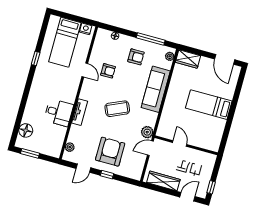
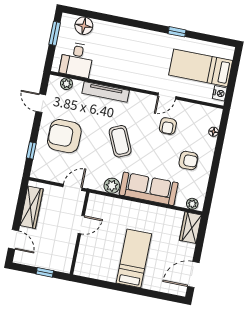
window: (151, 39) -> (213, 178), removed
armchair: (136, 57) -> (188, 160), turned -90
tv unit: (80, 112) -> (106, 92), width x1.41
desk: (59, 113) -> (77, 60), moved
plant: (147, 132) -> (112, 186), moved
door: (150, 148) -> (73, 187), hinge flipped
armchair: (110, 152) -> (64, 136), turned 180
window: (107, 175) -> (31, 150), moved
window: (211, 187) -> (45, 272), moved

